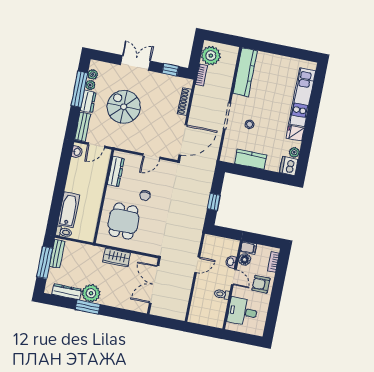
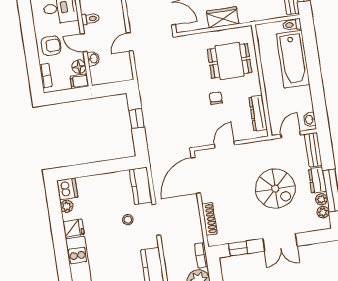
kitchen counter: (251, 159) -> (141, 186), moved, turned 90
bathtub: (69, 210) -> (293, 59), width x1.36, depth x1.36
dining table: (123, 221) -> (230, 61), turned 90

